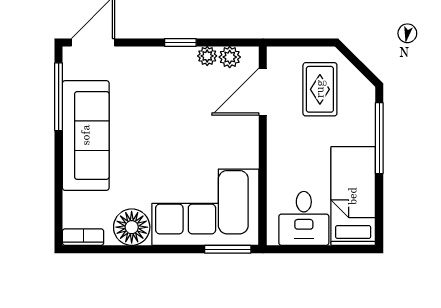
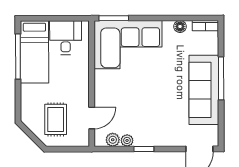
door: (263, 92) -> (92, 118), width x0.73
window: (59, 97) -> (221, 78), moved
window: (379, 138) -> (18, 56), moved
floor lamp: (132, 227) -> (180, 26), width x0.53, depth x0.53

